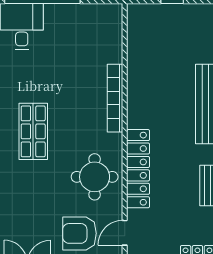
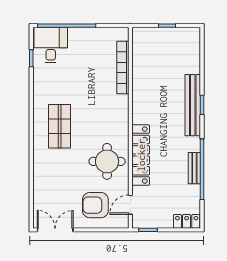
bookcase: (115, 98) -> (123, 68), moved

